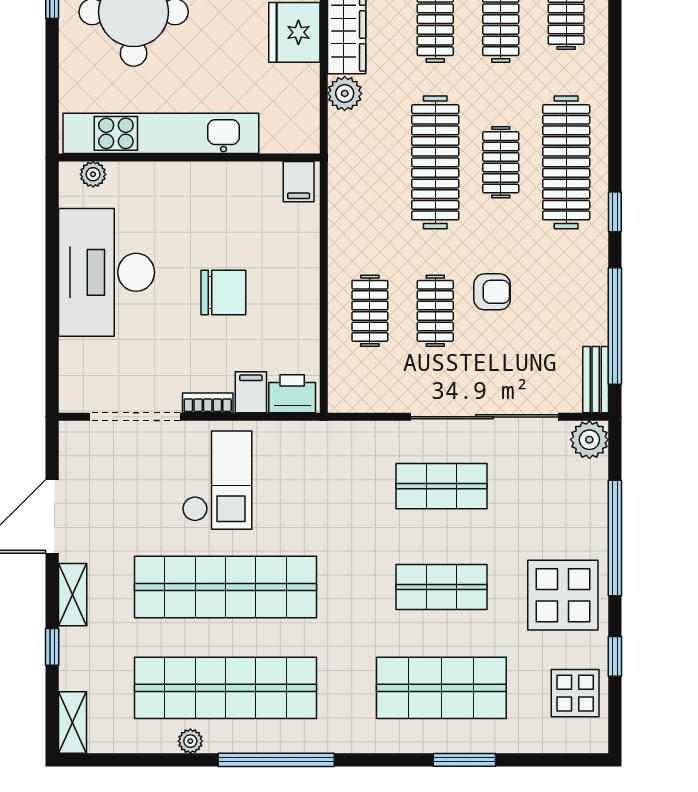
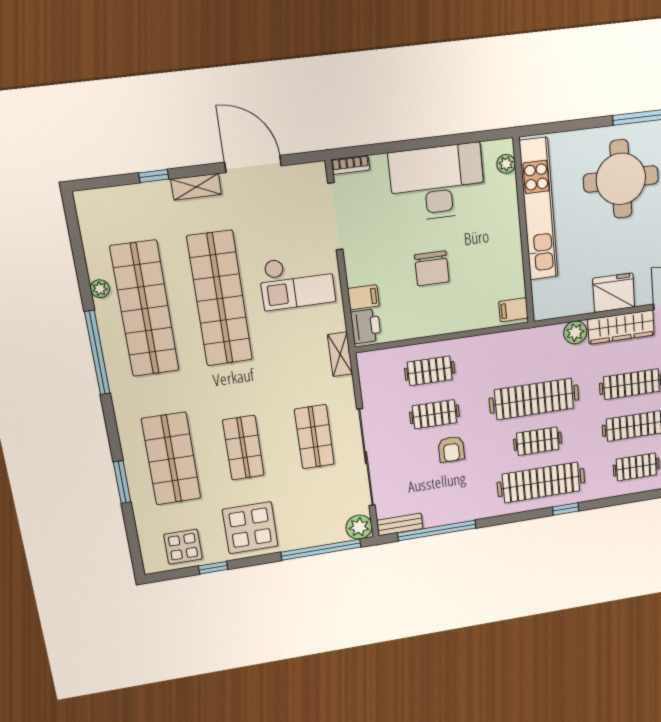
window: (615, 212) -> (566, 509), moved
bookcase: (208, 403) -> (350, 165), moved, turned 90
window: (615, 538) -> (321, 550), moved
shelving: (72, 722) -> (340, 354), moved, turned 90

